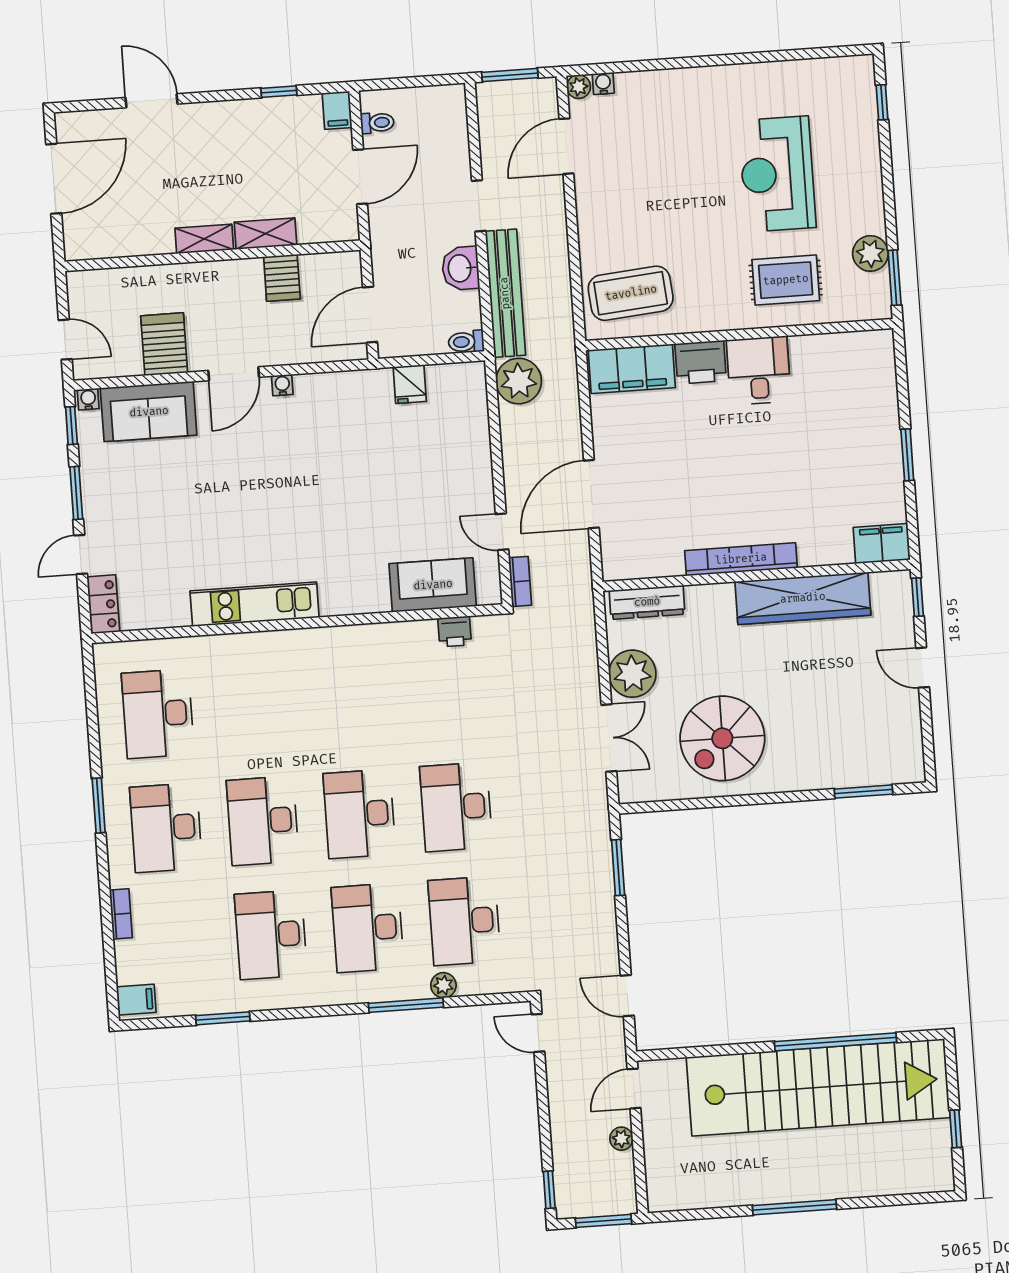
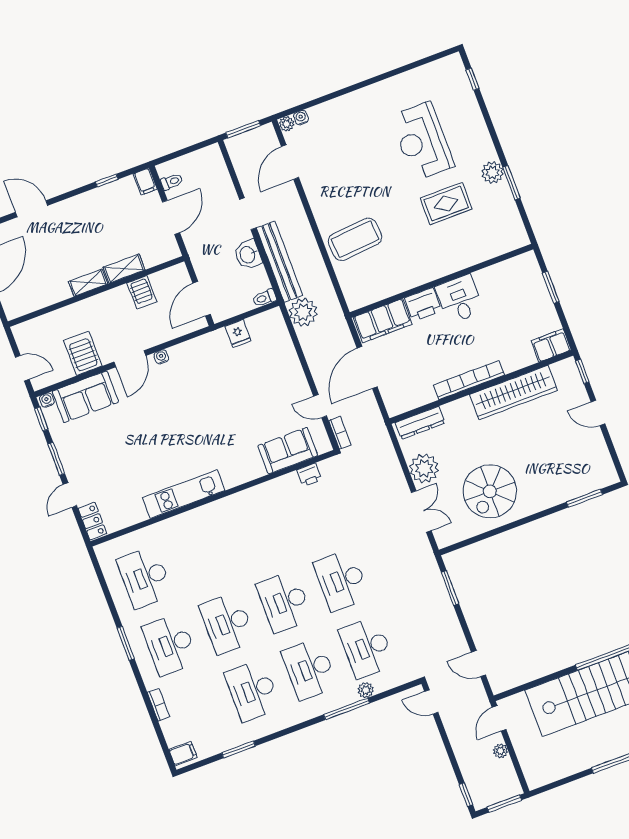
wall: (739, 335) -> (441, 281), moved
printer: (701, 362) -> (423, 304), moved
filing cabinet: (632, 369) -> (383, 321), moved
desk: (759, 371) -> (460, 299), moved

